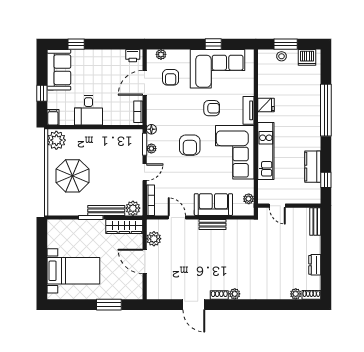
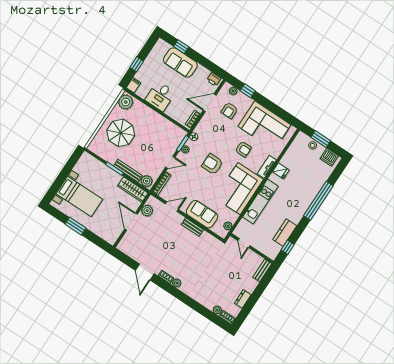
window: (213, 44) -> (248, 91), moved
sofa: (59, 70) -> (180, 63), moved, turned 90
armchair: (190, 145) -> (212, 164), turned 90
door: (177, 217) -> (172, 207), hinge flipped
window: (109, 305) -> (75, 226), moved

